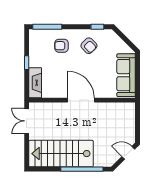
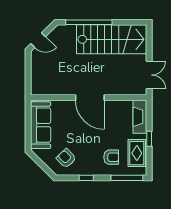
window: (97, 27) -> (86, 178), moved
armchair: (89, 46) -> (66, 158), moved
rug: (38, 50) -> (137, 153), added

